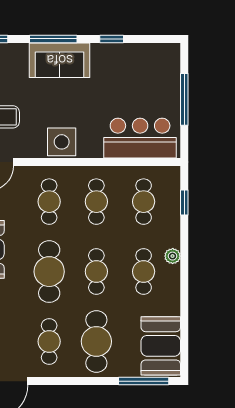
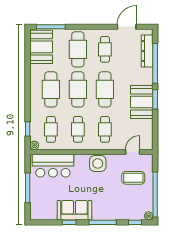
sofa: (60, 60) -> (74, 210), moved
plant: (173, 256) -> (34, 145), moved
cafe table: (96, 272) -> (78, 89), width x1.37, depth x1.35
cafe table: (144, 272) -> (51, 89), width x1.37, depth x1.35

